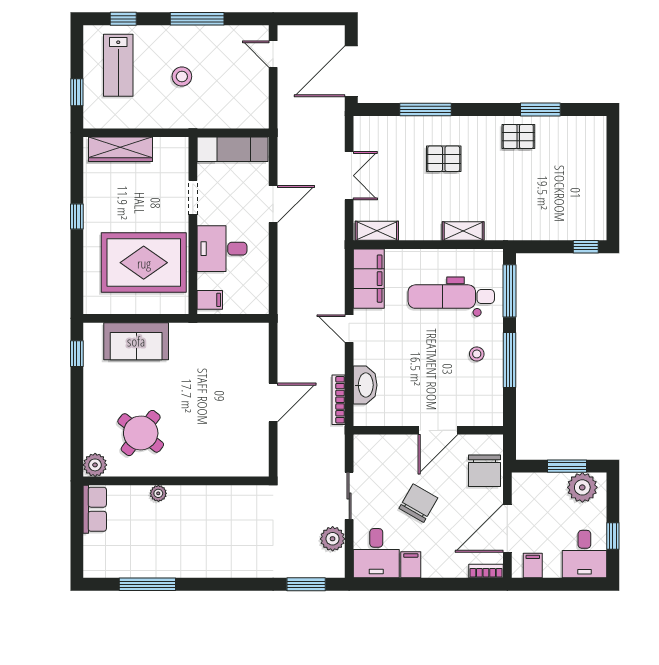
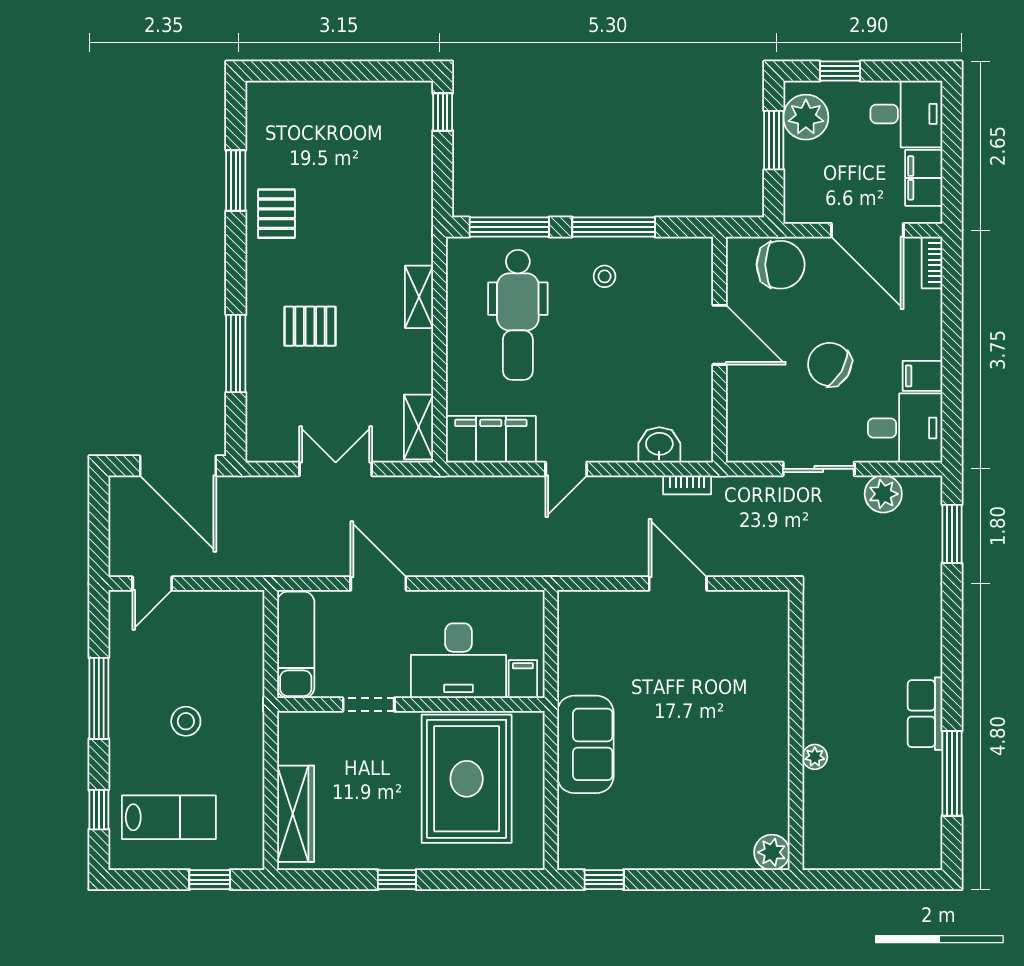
pallet: (444, 159) -> (310, 326), turned 90
desk: (222, 249) -> (458, 661), width x1.37
sofa: (136, 341) -> (585, 744), moved
washbasin: (365, 385) -> (659, 445), width x0.72
bookcase: (339, 400) -> (687, 485), width x0.64
round table: (141, 433) -> (724, 783), removed
row of seats: (95, 509) -> (925, 714), moved, turned -90
window: (613, 536) -> (840, 71), moved
filing cabinet: (533, 566) -> (924, 178), width x2.00

